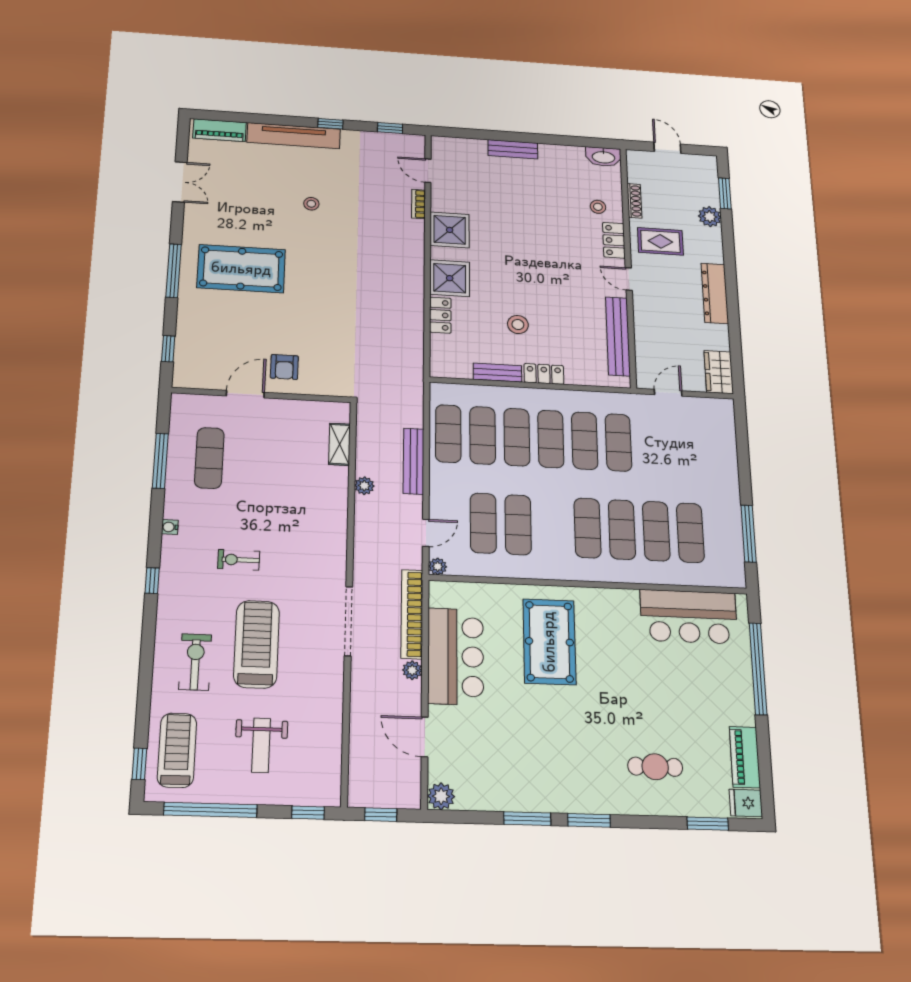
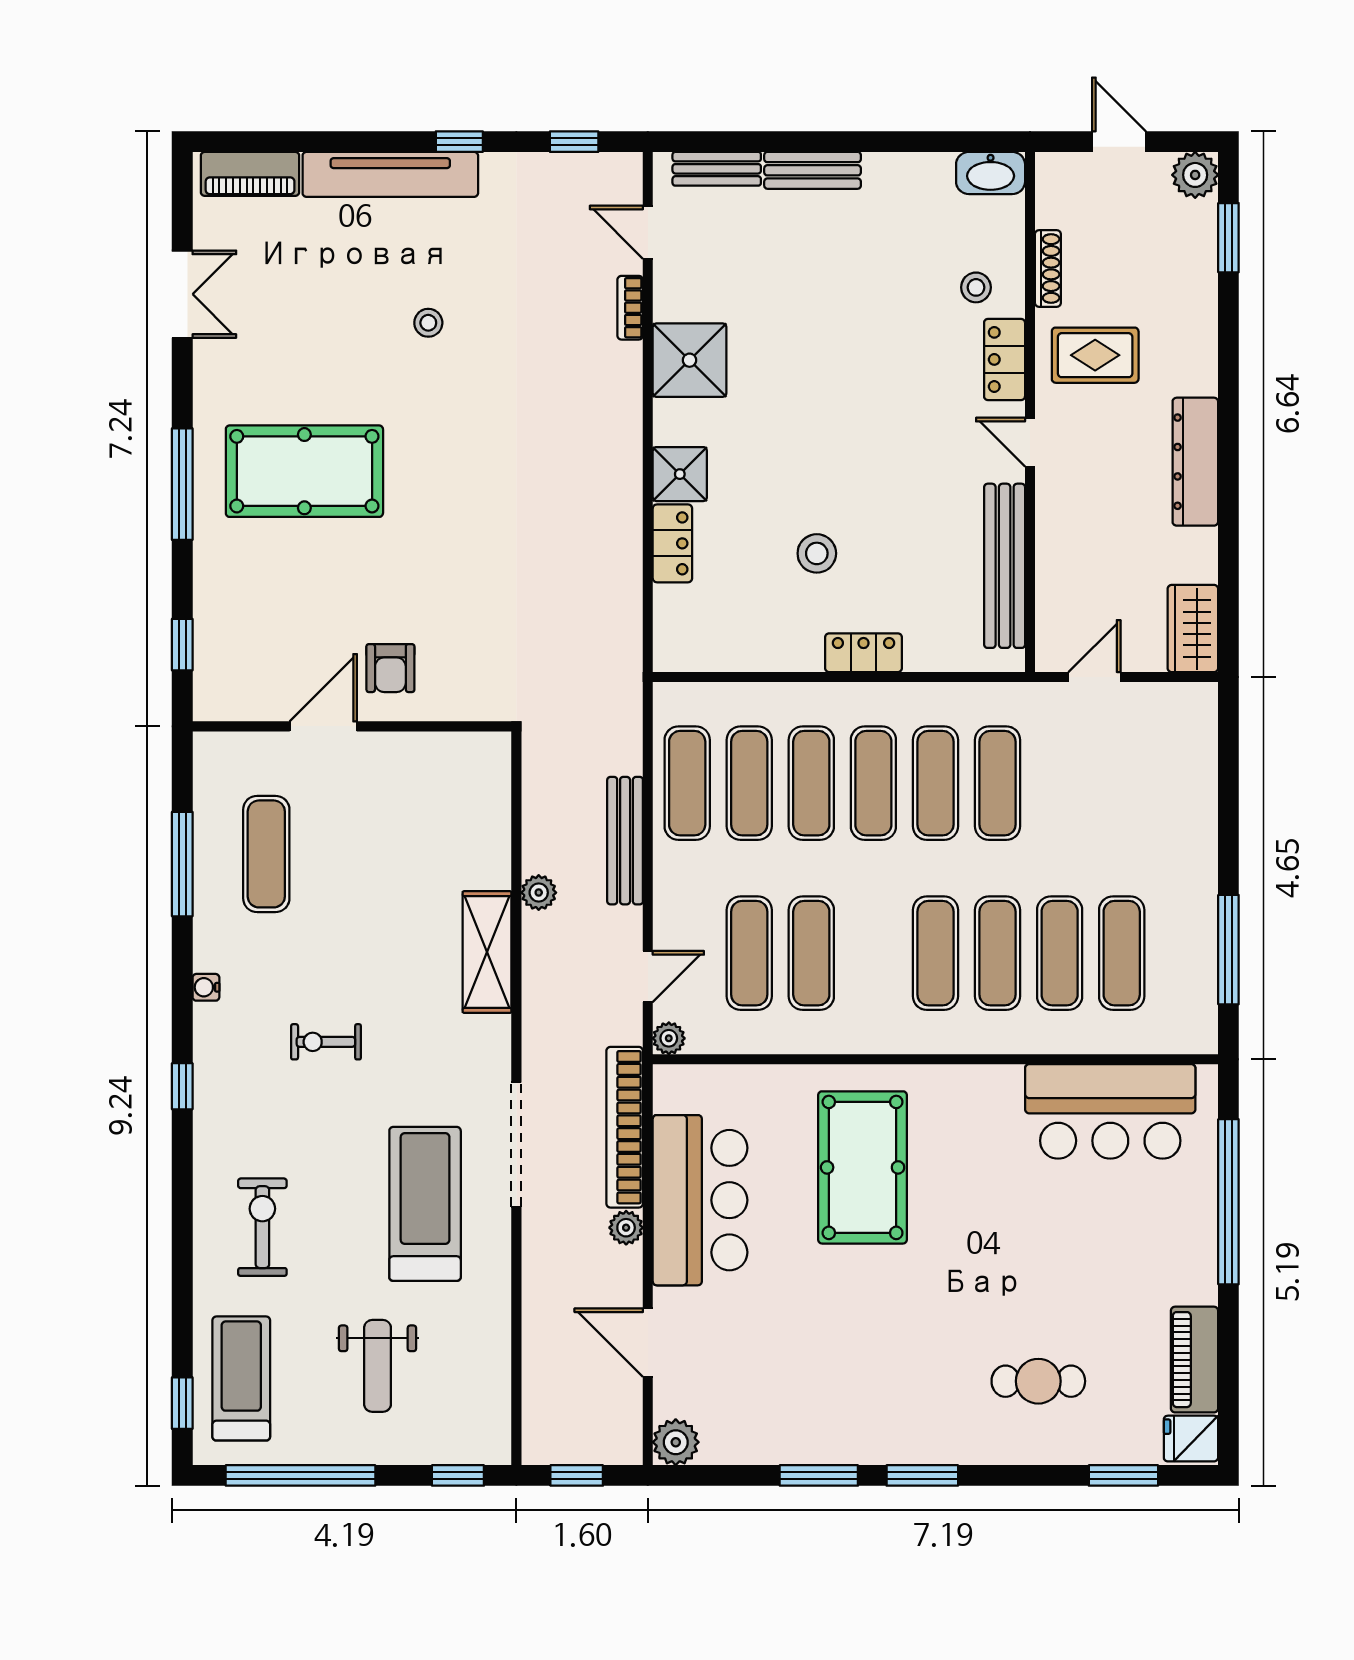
plant: (710, 217) -> (1195, 175), moved
shower: (450, 278) -> (680, 474), width x0.73, depth x0.73
bench: (497, 373) -> (717, 169), moved
shelving: (340, 444) -> (487, 952), moved, width x1.50, depth x1.33
treadmill: (257, 644) -> (425, 1204), moved

